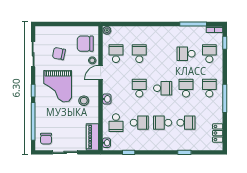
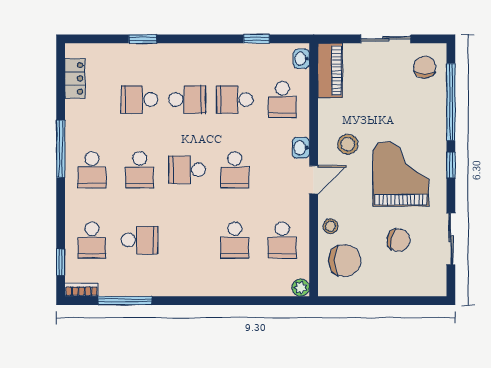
door: (101, 73) -> (314, 180), moved
school desk: (116, 123) -> (282, 100), turned 180

